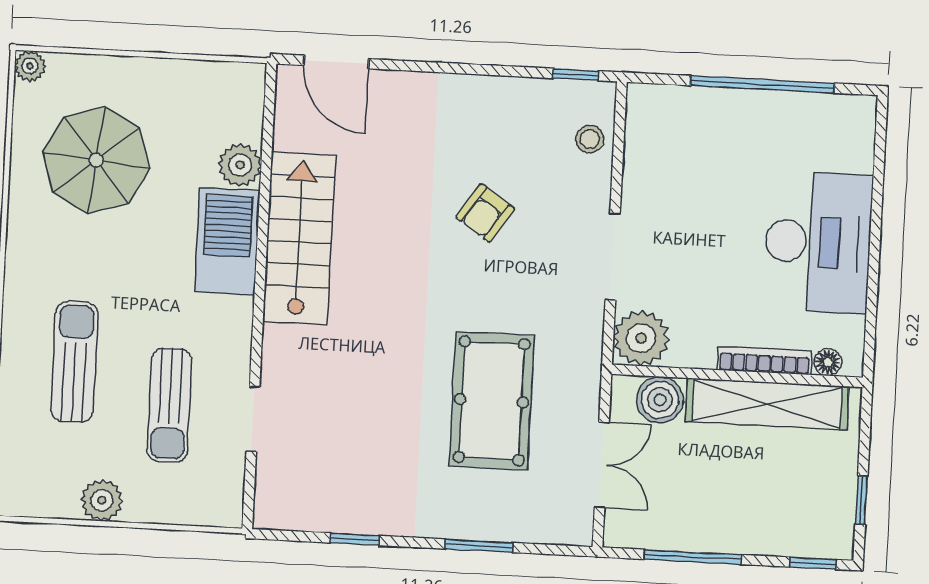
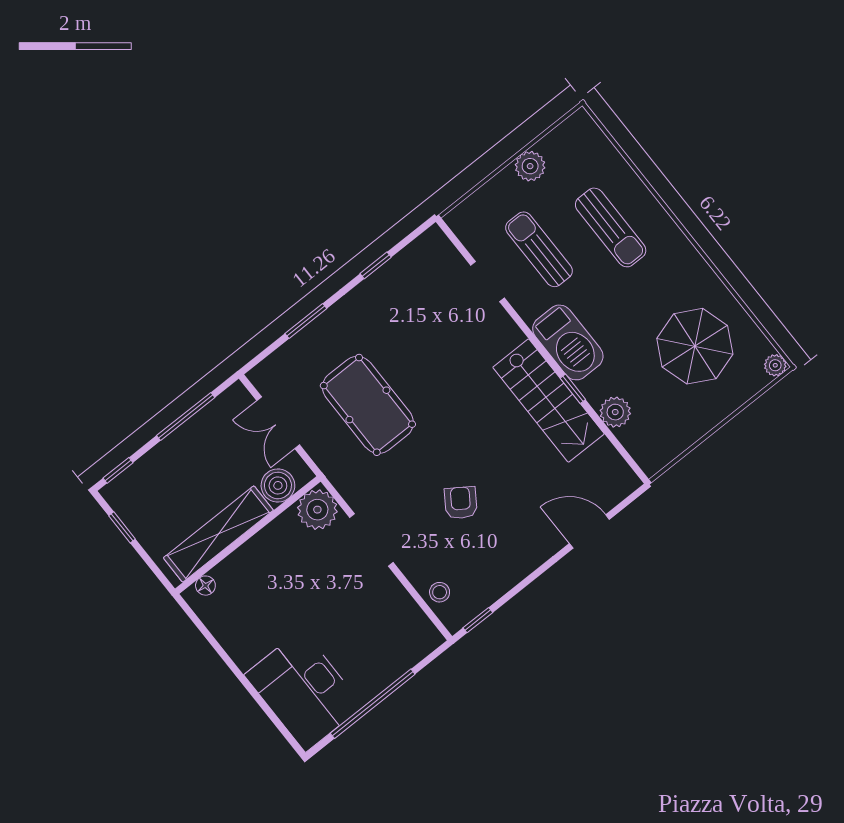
door: (336, 62) -> (589, 531), moved
window: (263, 228) -> (573, 389), added
barbecue: (227, 241) -> (568, 342), moved
desk: (818, 242) -> (304, 691), moved
bookcase: (764, 361) -> (240, 556), removed

